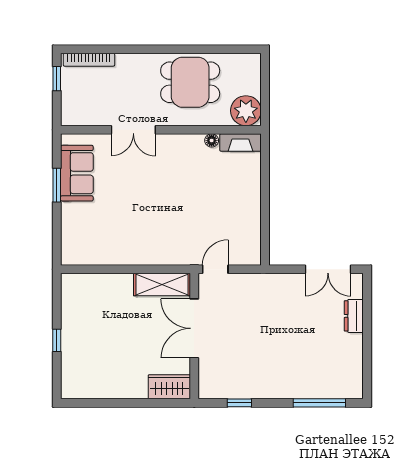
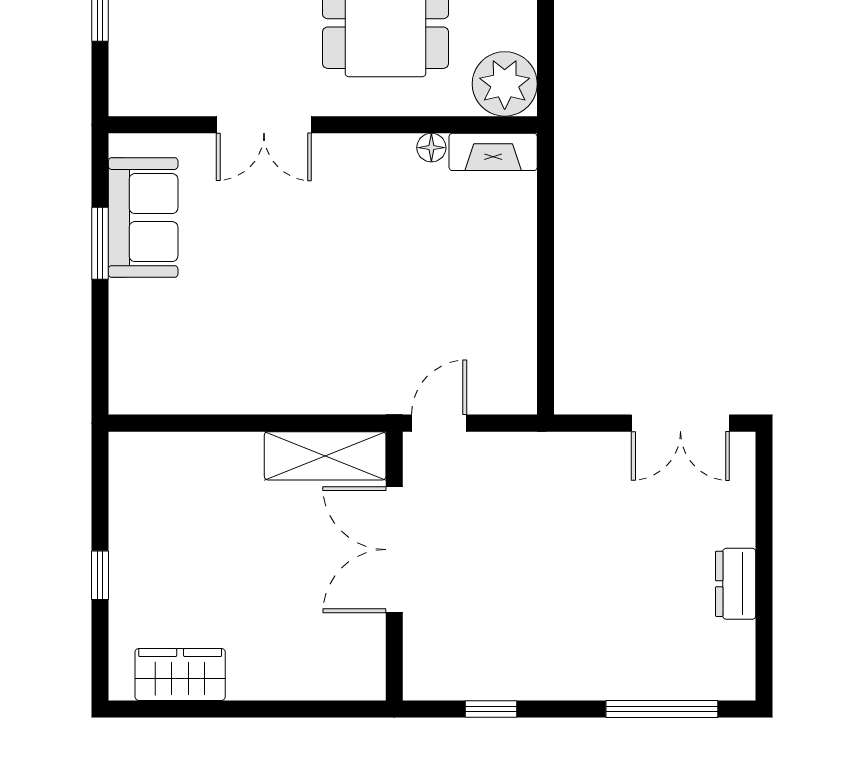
dresser: (354, 316) -> (736, 584), moved
wardrobe: (169, 387) -> (180, 674), moved

